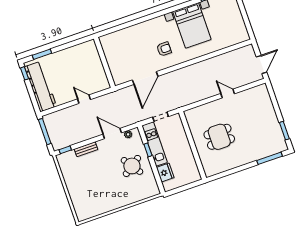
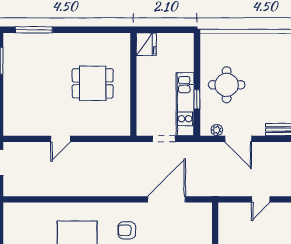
door: (228, 94) -> (61, 139), hinge flipped
door: (84, 99) -> (261, 199), hinge flipped
round table: (132, 166) -> (227, 85), turned 35
fridge: (165, 173) -> (146, 44), moved, turned 180

